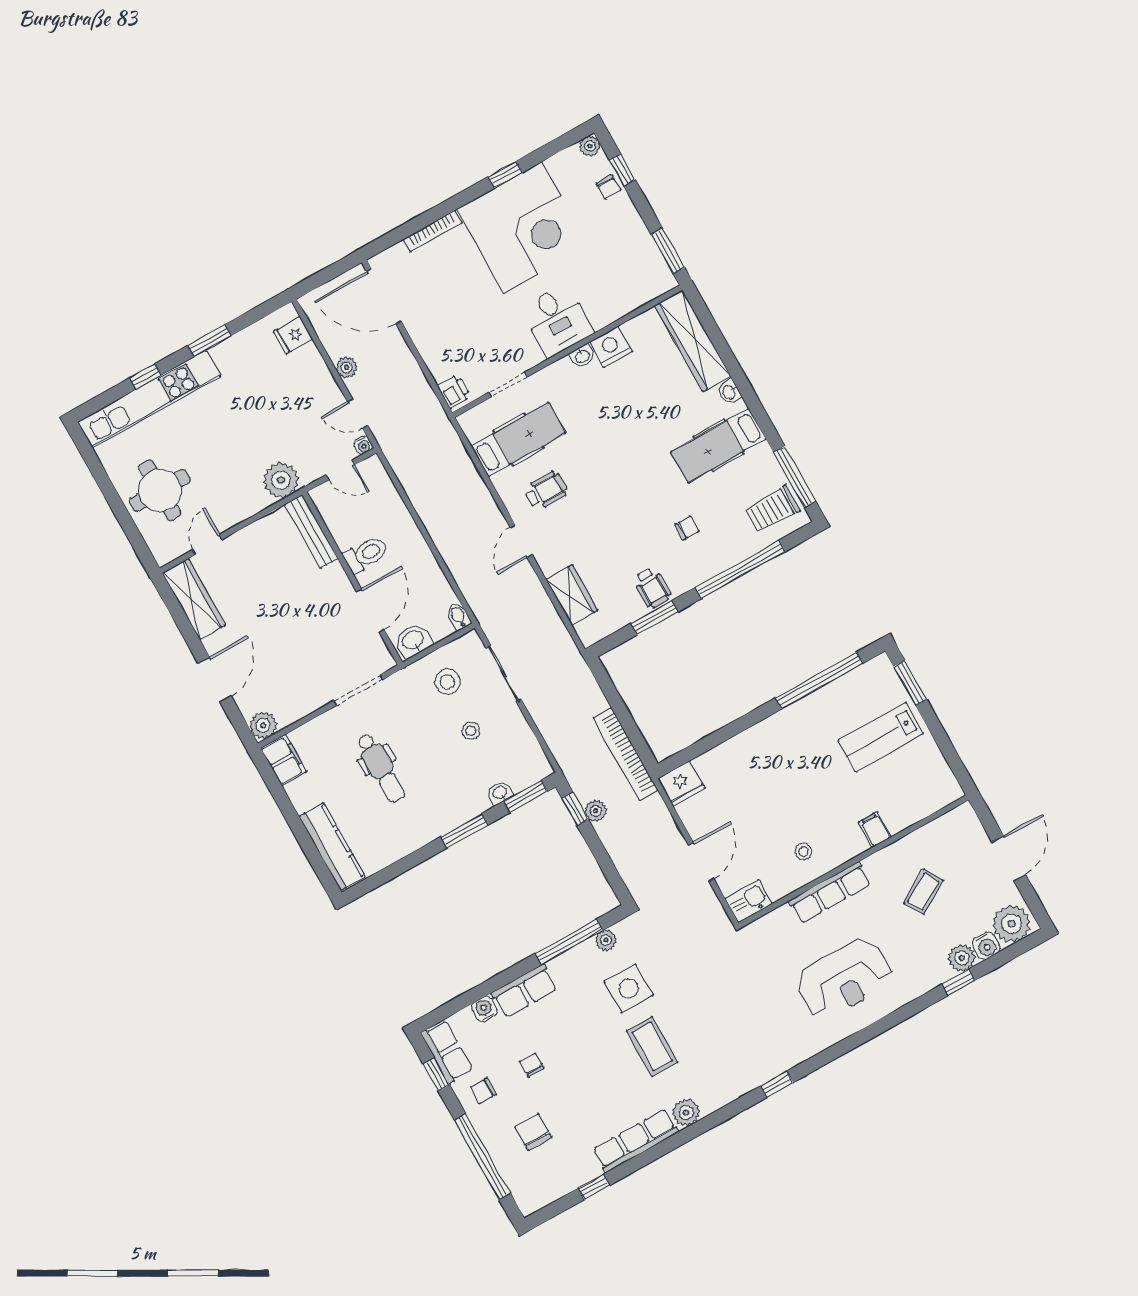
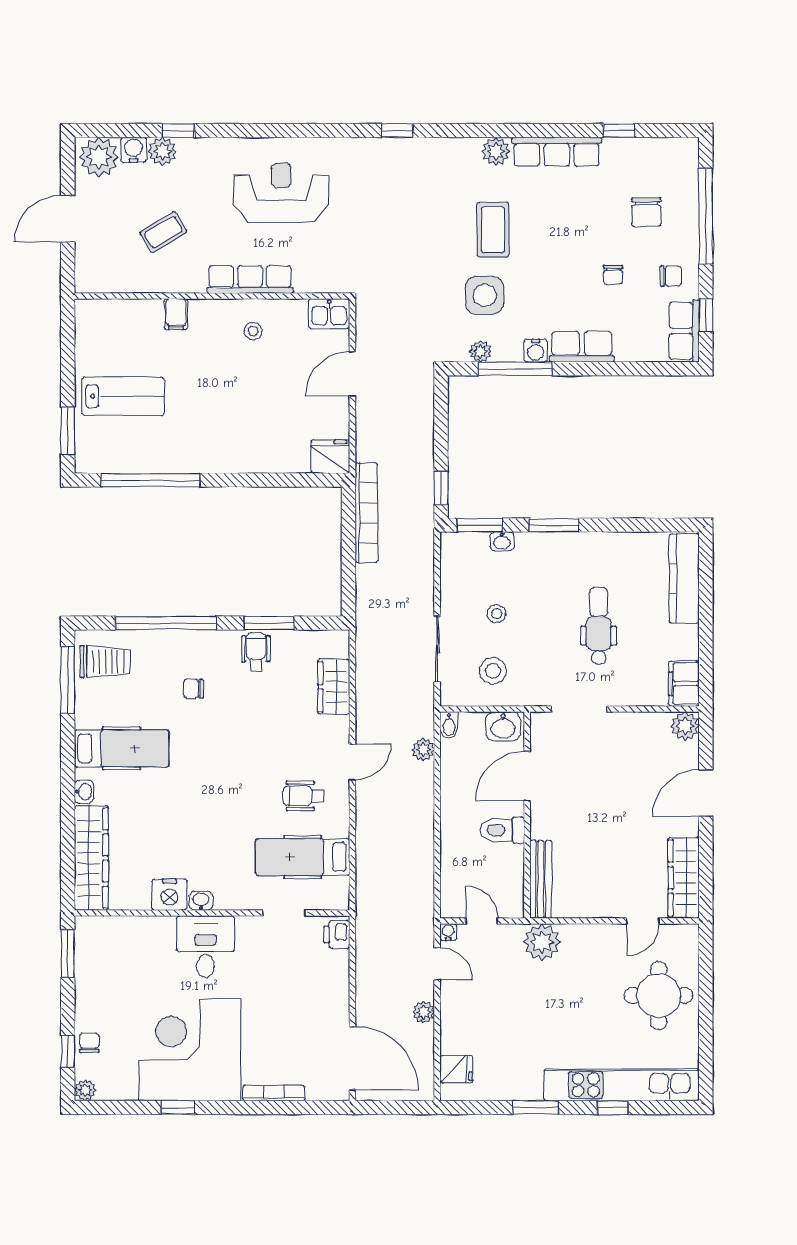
plant: (596, 811) -> (423, 750), moved
water cooler: (484, 1009) -> (536, 351), moved

